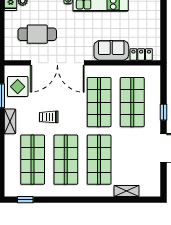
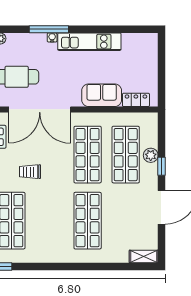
plant: (154, 103) -> (151, 155), added
shop shelf: (66, 160) -> (49, 221), removed
shelving: (127, 191) -> (144, 256), moved

